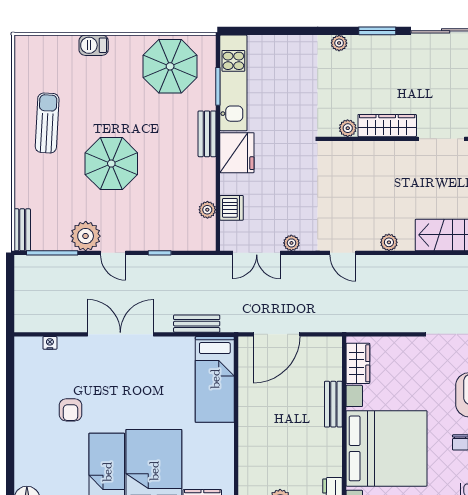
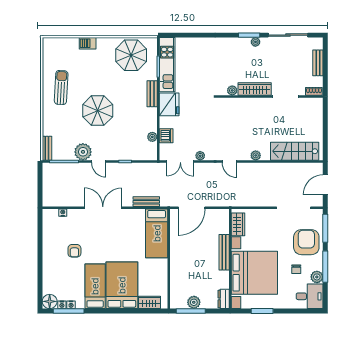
plant: (339, 43) -> (255, 42), moved
bench: (333, 404) -> (224, 252), width x1.36

